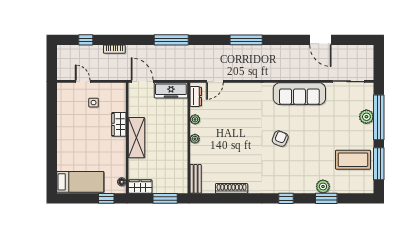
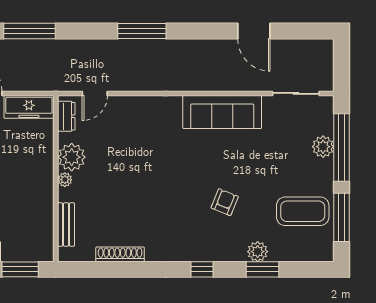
plant: (195, 119) -> (72, 157), width x1.88, depth x1.88
armchair: (280, 139) -> (225, 202), moved
bench: (196, 179) -> (66, 225), moved

